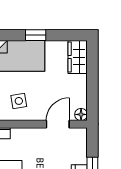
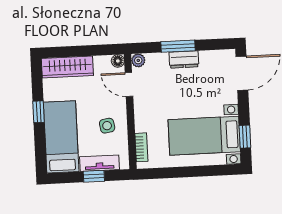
wardrobe: (78, 57) -> (67, 67), width x1.50
plant: (81, 134) -> (138, 60), added

